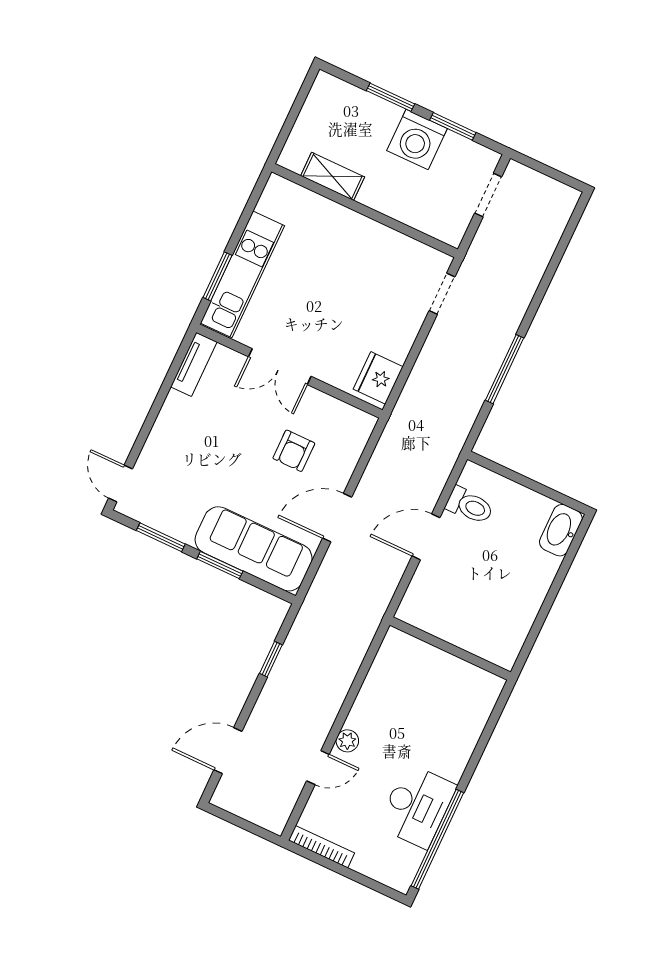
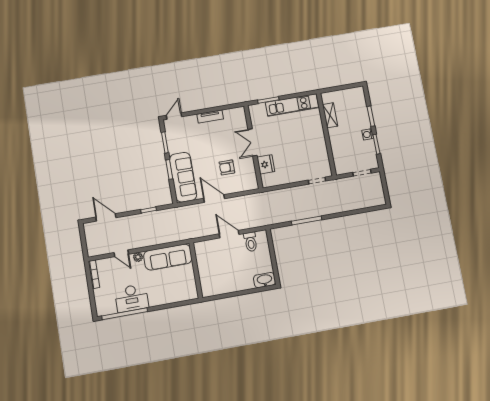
washing machine: (417, 139) -> (368, 134), width x0.53, depth x0.53
kitchen unit: (242, 274) -> (292, 105), moved
tv unit: (194, 364) -> (210, 116), moved
fridge: (378, 378) -> (266, 164), moved, turned 90
sofa: (387, 684) -> (168, 257), added

